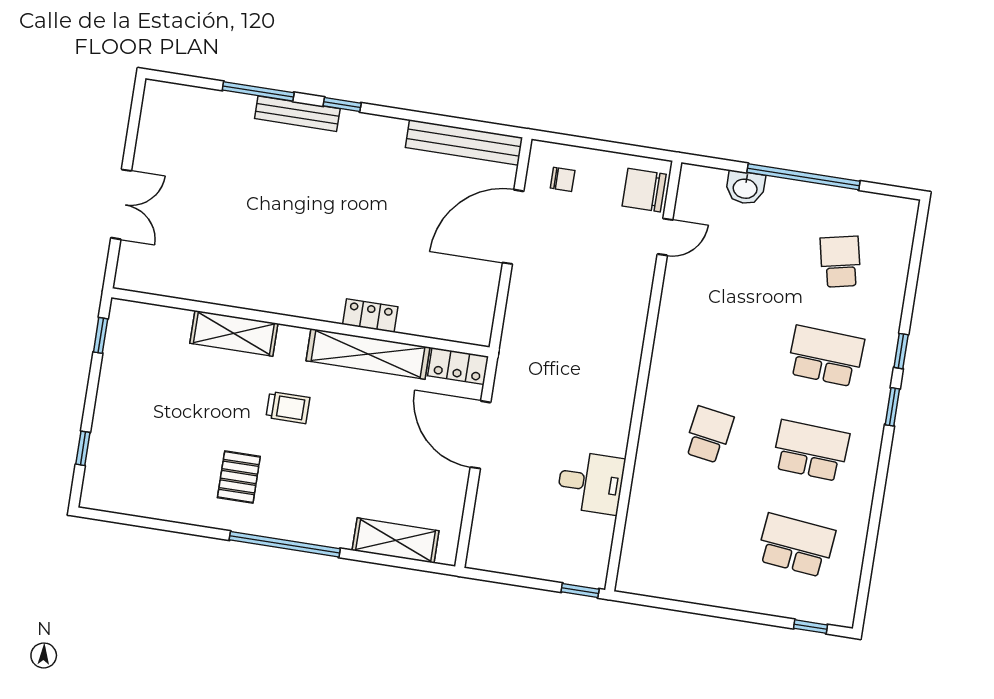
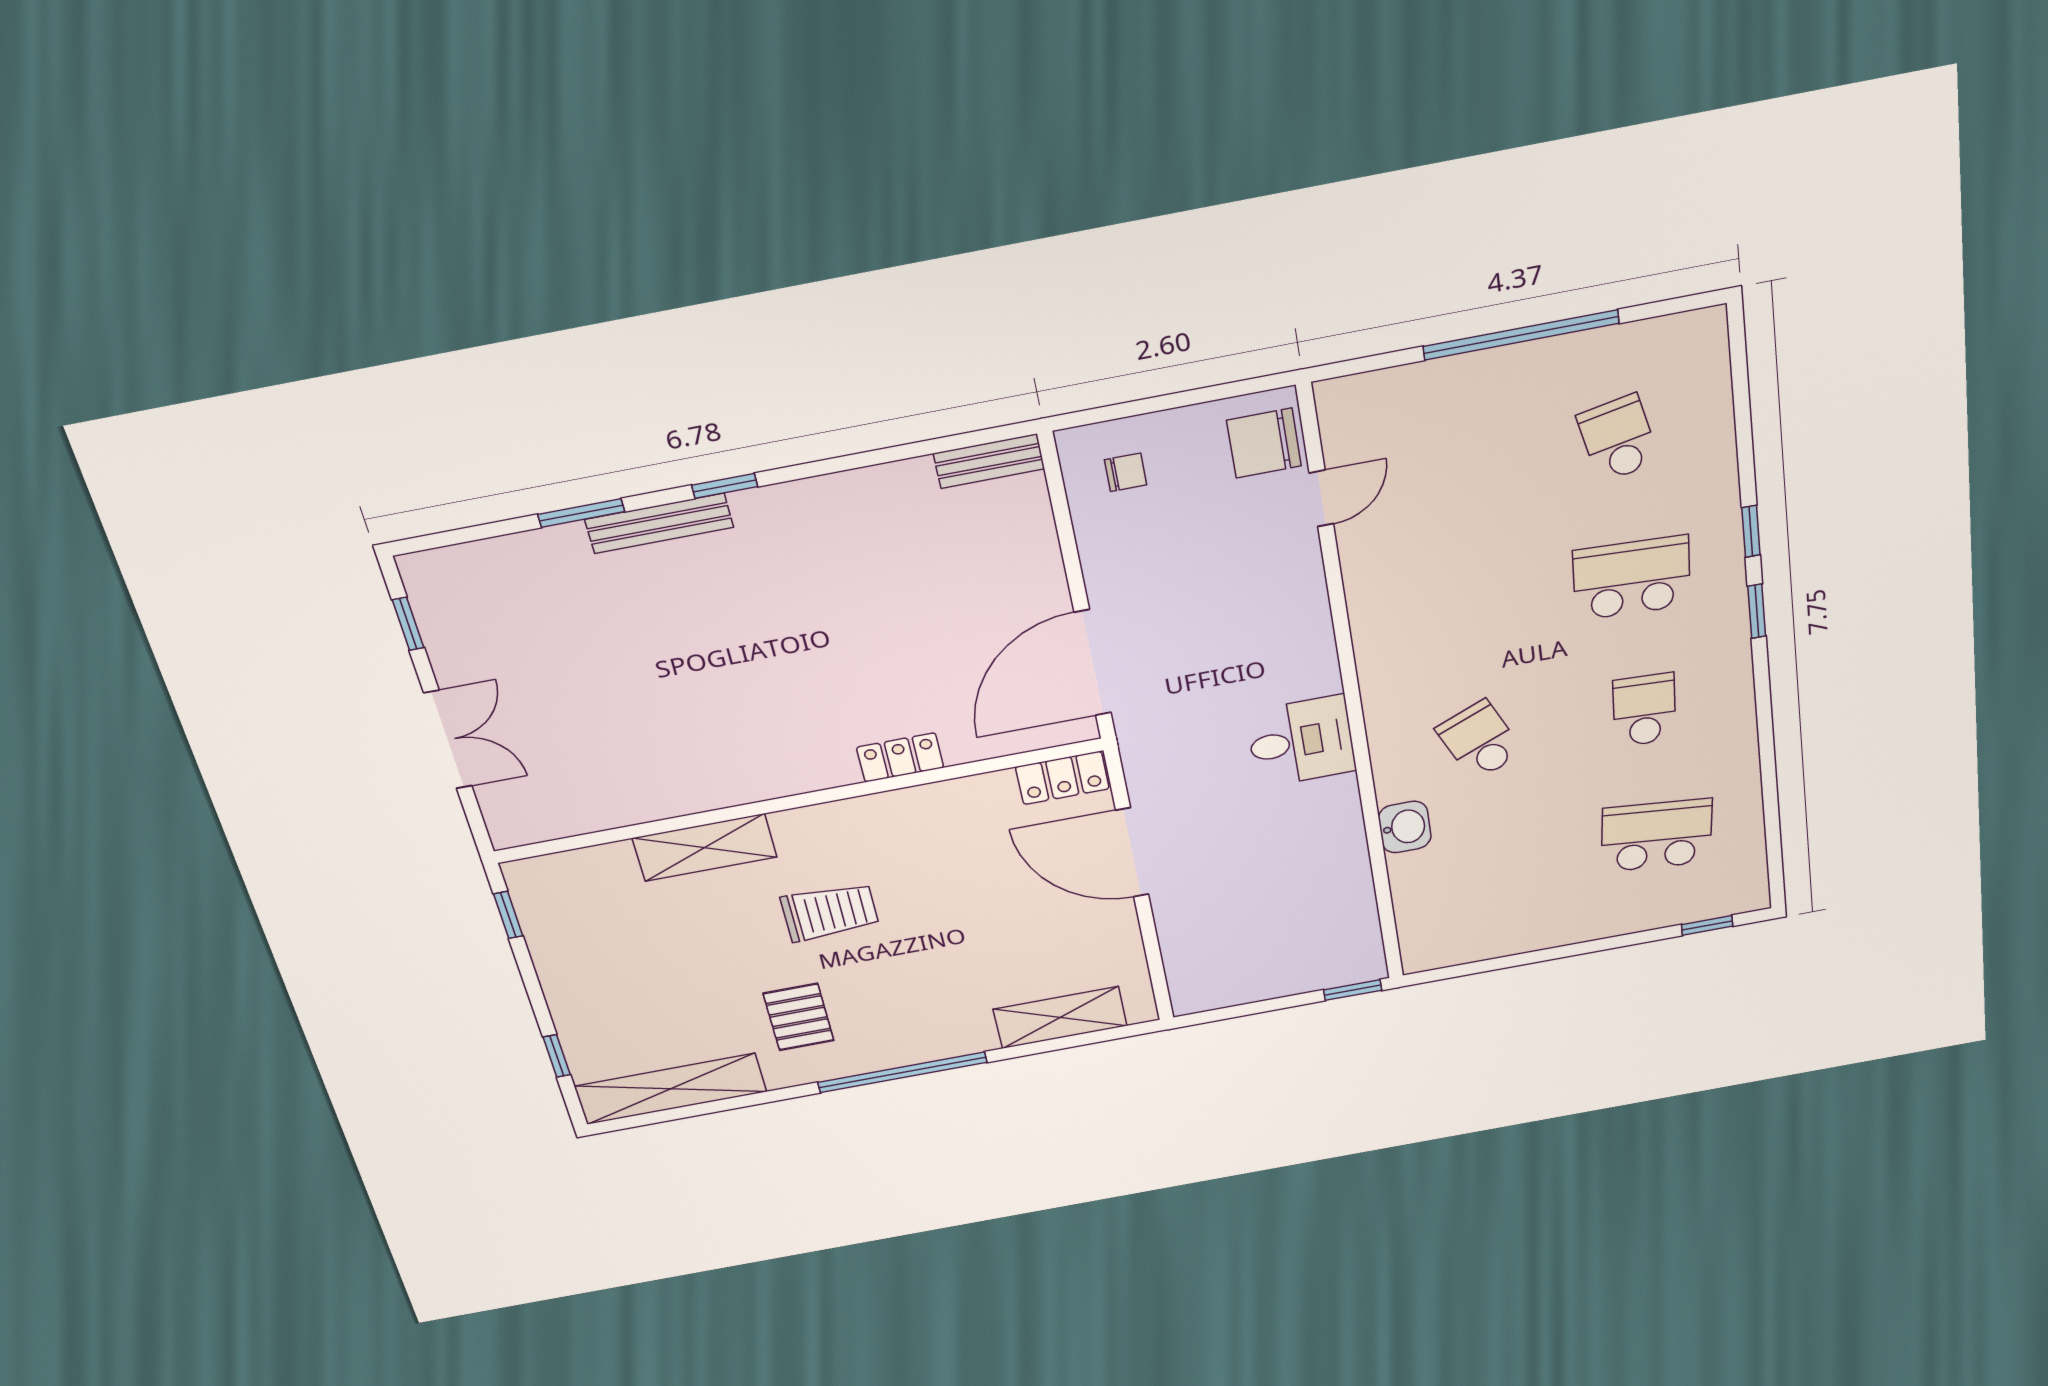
window: (258, 91) -> (581, 513), width x0.69
window: (134, 123) -> (408, 624), added
bench: (464, 142) -> (989, 461), width x0.54, depth x0.82
washbasin: (745, 188) -> (1405, 827), moved, turned -90
door: (513, 227) -> (1093, 663), moved
shelving: (368, 354) -> (671, 1089), moved
trolley: (288, 407) -> (830, 912), width x1.36, depth x1.39
school desk: (709, 435) -> (1480, 740), turned -33
school desk: (811, 451) -> (1644, 710), width x0.54
desk: (591, 483) -> (1301, 741), moved

